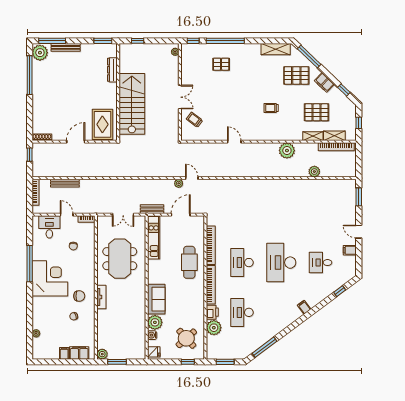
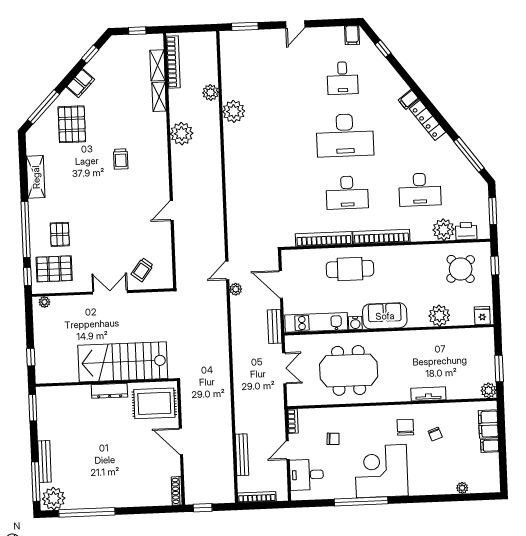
shelving: (276, 49) -> (36, 177), moved
dresser: (112, 70) -> (109, 391), moved
pallet: (317, 112) -> (54, 269), moved, turned 90
plant: (301, 187) -> (234, 111), added
filing cabinet: (350, 250) -> (352, 35), moved
tv unit: (101, 297) -> (428, 394), moved
sofa: (156, 299) -> (385, 316), moved
printer: (212, 312) -> (466, 231), moved
locker: (289, 320) -> (428, 120), added
water cooler: (152, 335) -> (355, 323), moved

